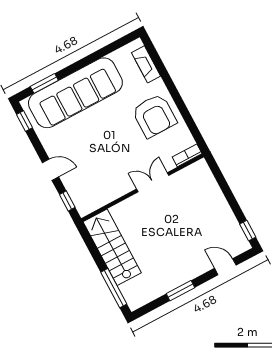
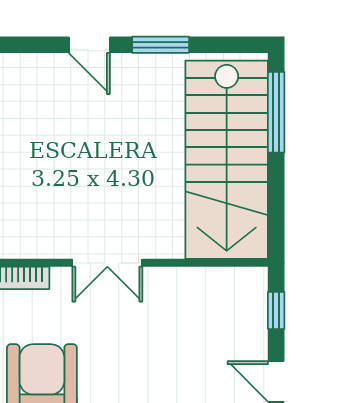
stairs: (112, 247) -> (227, 160), width x1.36, depth x1.51
door: (225, 267) -> (89, 45), moved

